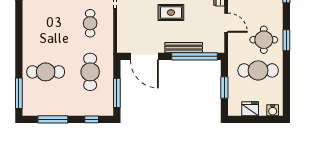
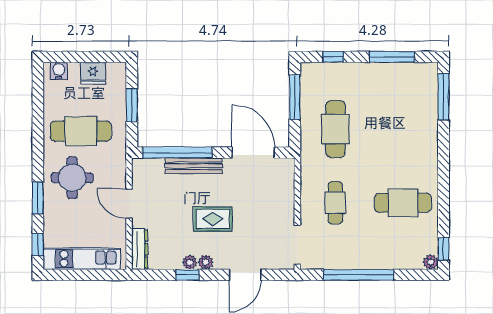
window: (286, 40) -> (38, 198), moved
cafe table: (46, 72) -> (403, 203), moved

